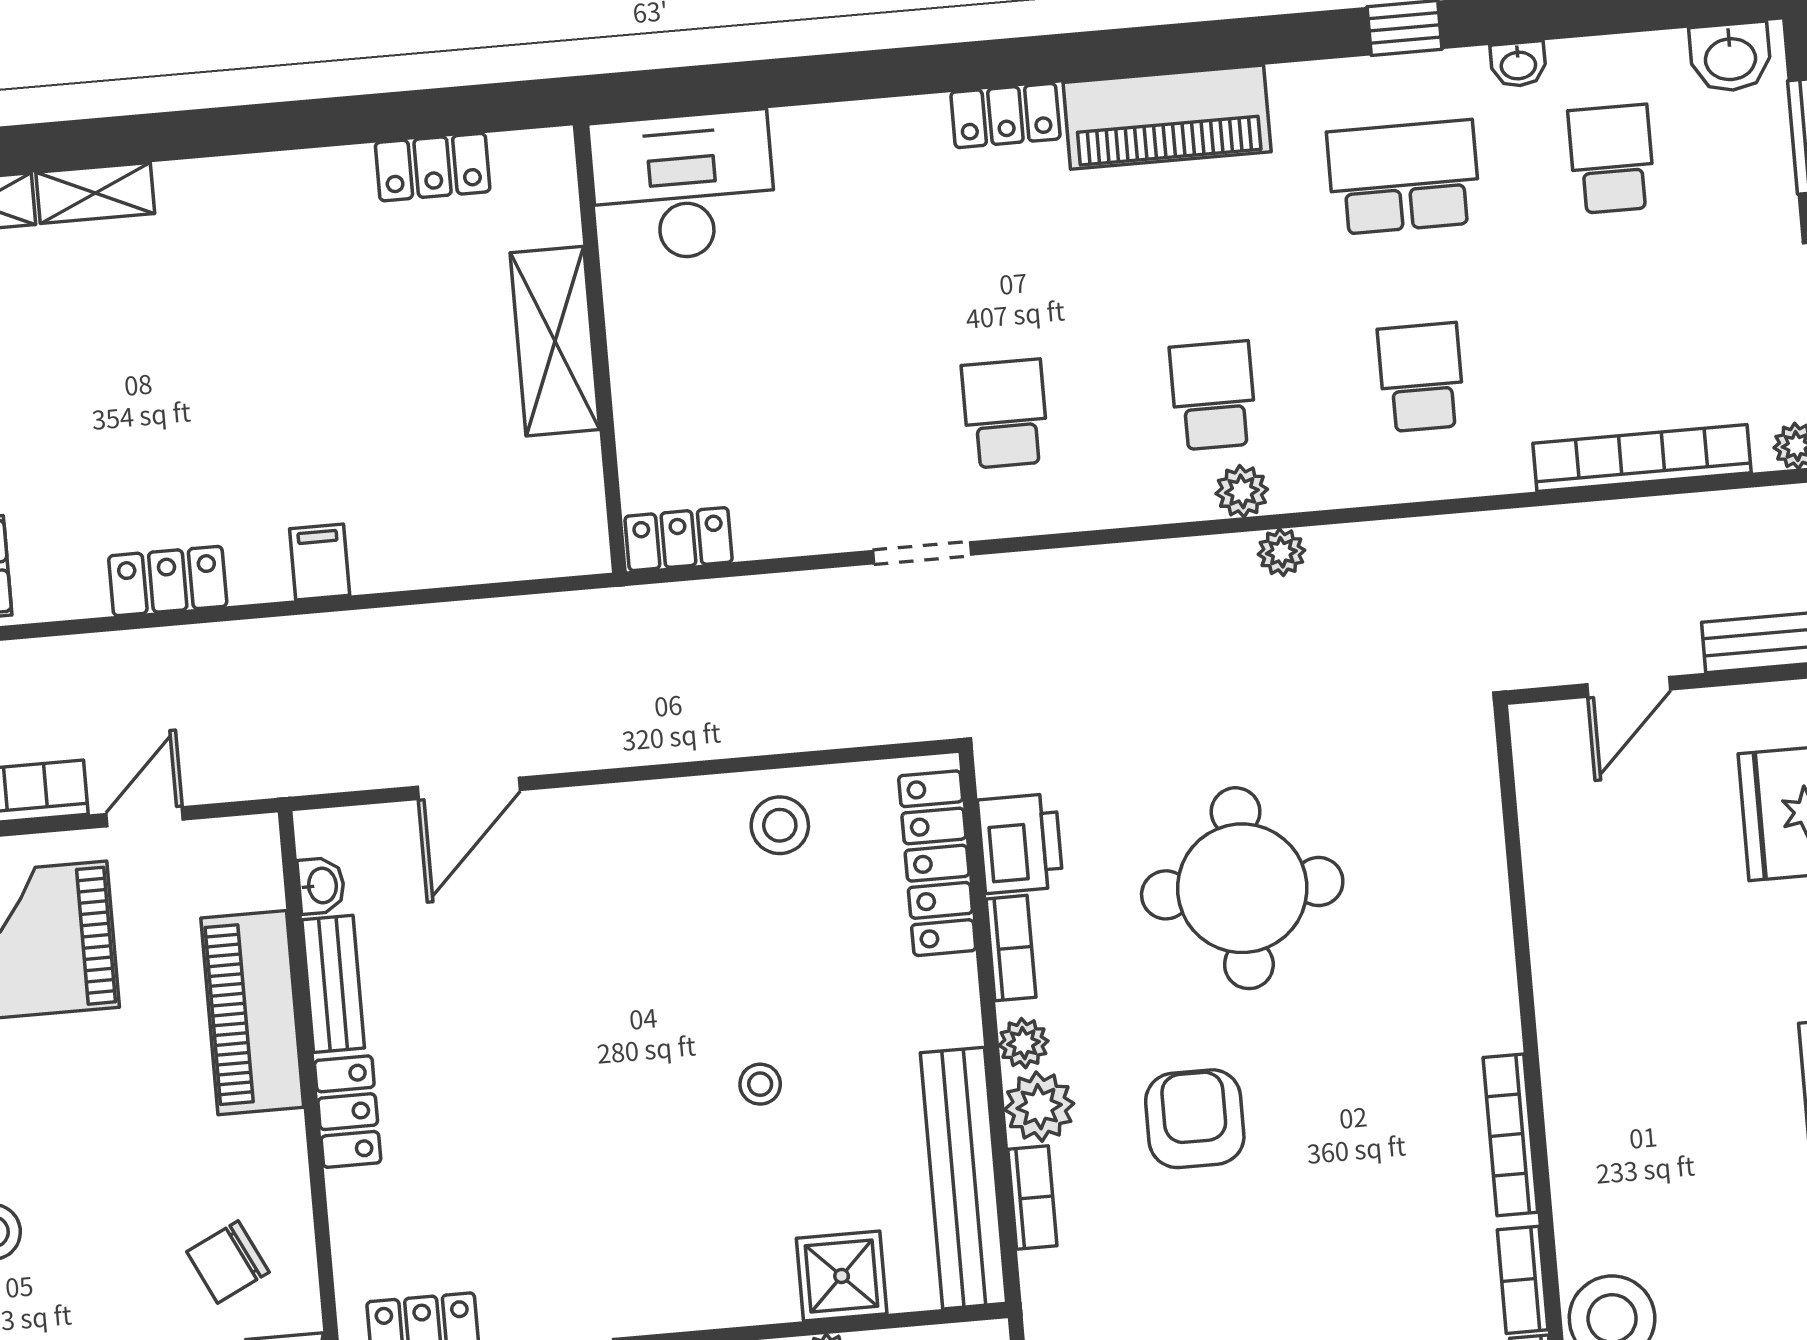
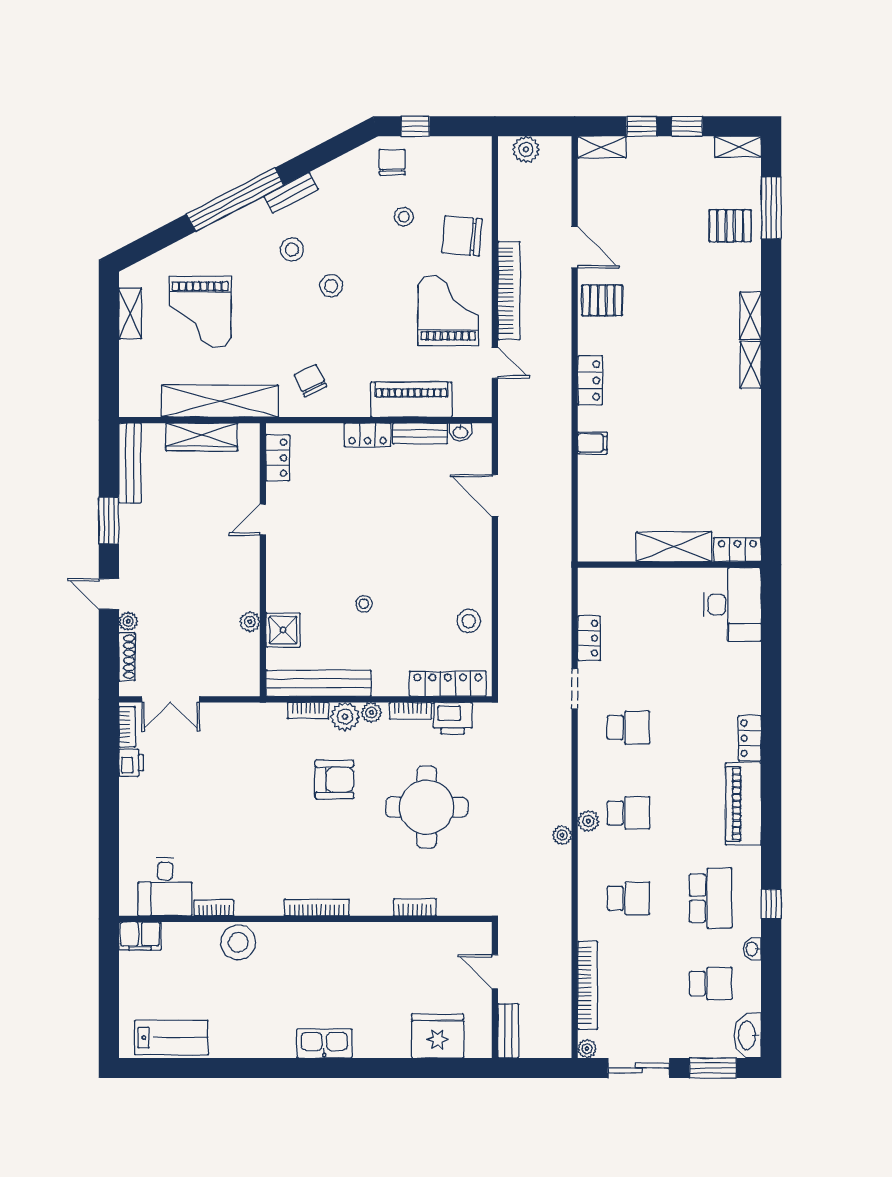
washbasin: (1730, 57) -> (748, 1035), width x1.38
locker: (433, 167) -> (737, 550), moved, turned 90
locker: (679, 539) -> (589, 638), moved
bookcase: (1523, 1280) -> (415, 907), moved

